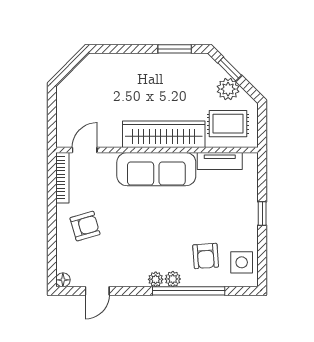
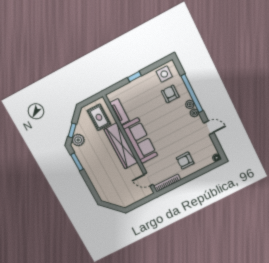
plant: (228, 89) -> (78, 140), moved
armchair: (85, 226) -> (185, 161), turned -74
armchair: (206, 256) -> (170, 94), turned -86
door: (97, 291) -> (209, 128), moved

